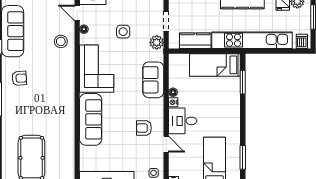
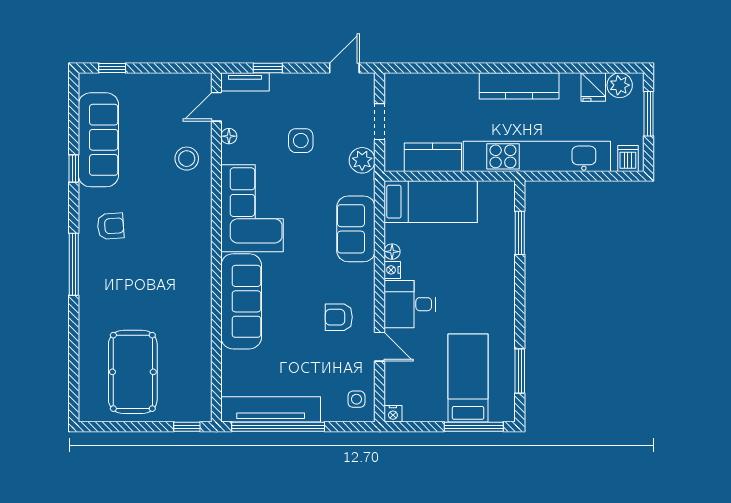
door: (77, 13) -> (216, 107), hinge flipped
bed: (215, 65) -> (431, 202), moved, turned 180

